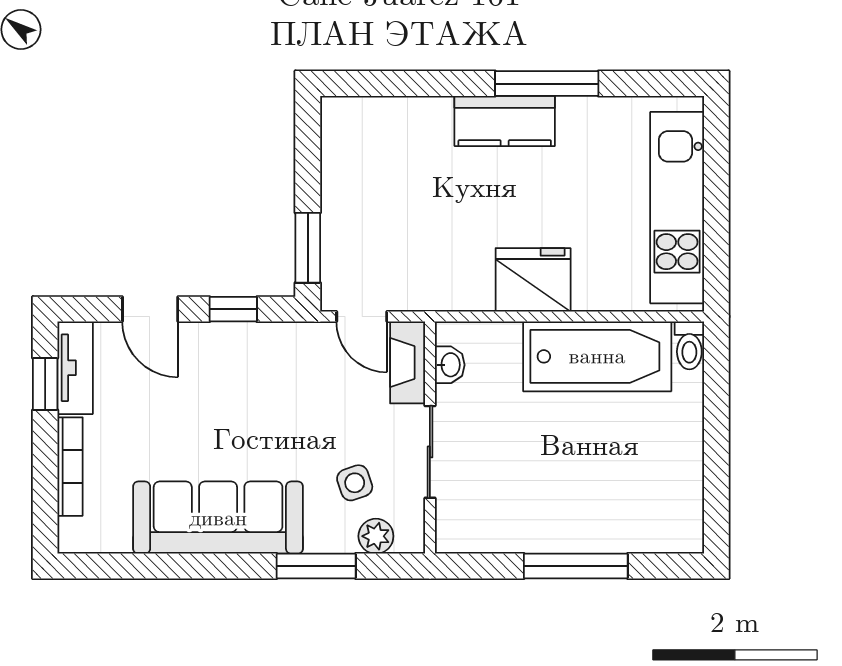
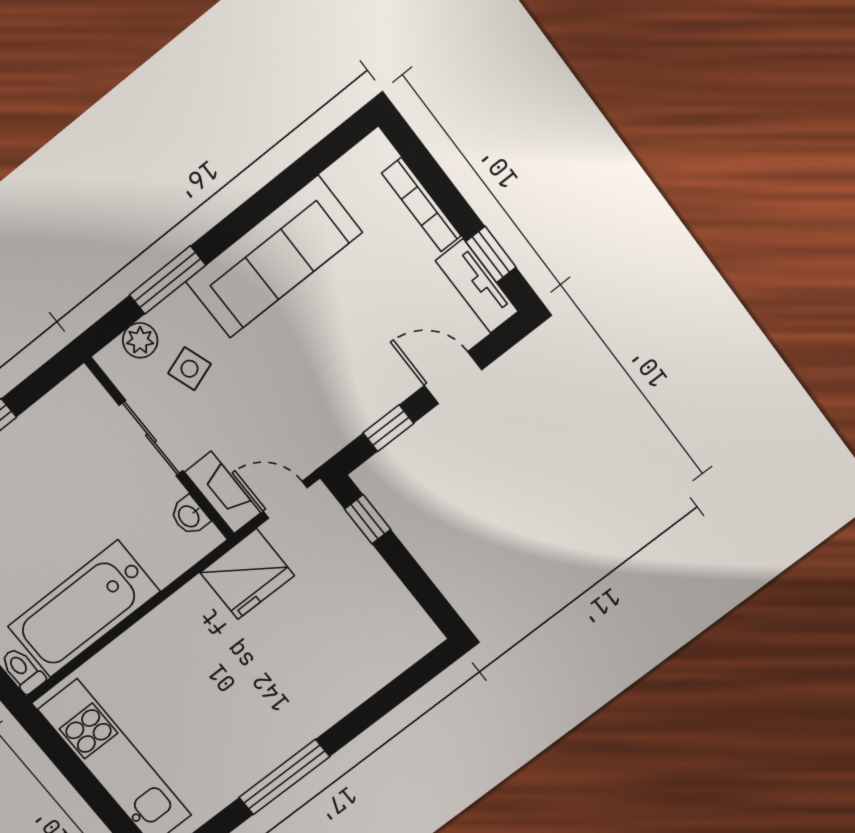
kitchen counter: (505, 121) -> (294, 727), removed
window: (308, 248) -> (368, 519), width x0.67
fridge: (533, 280) -> (247, 574), moved

